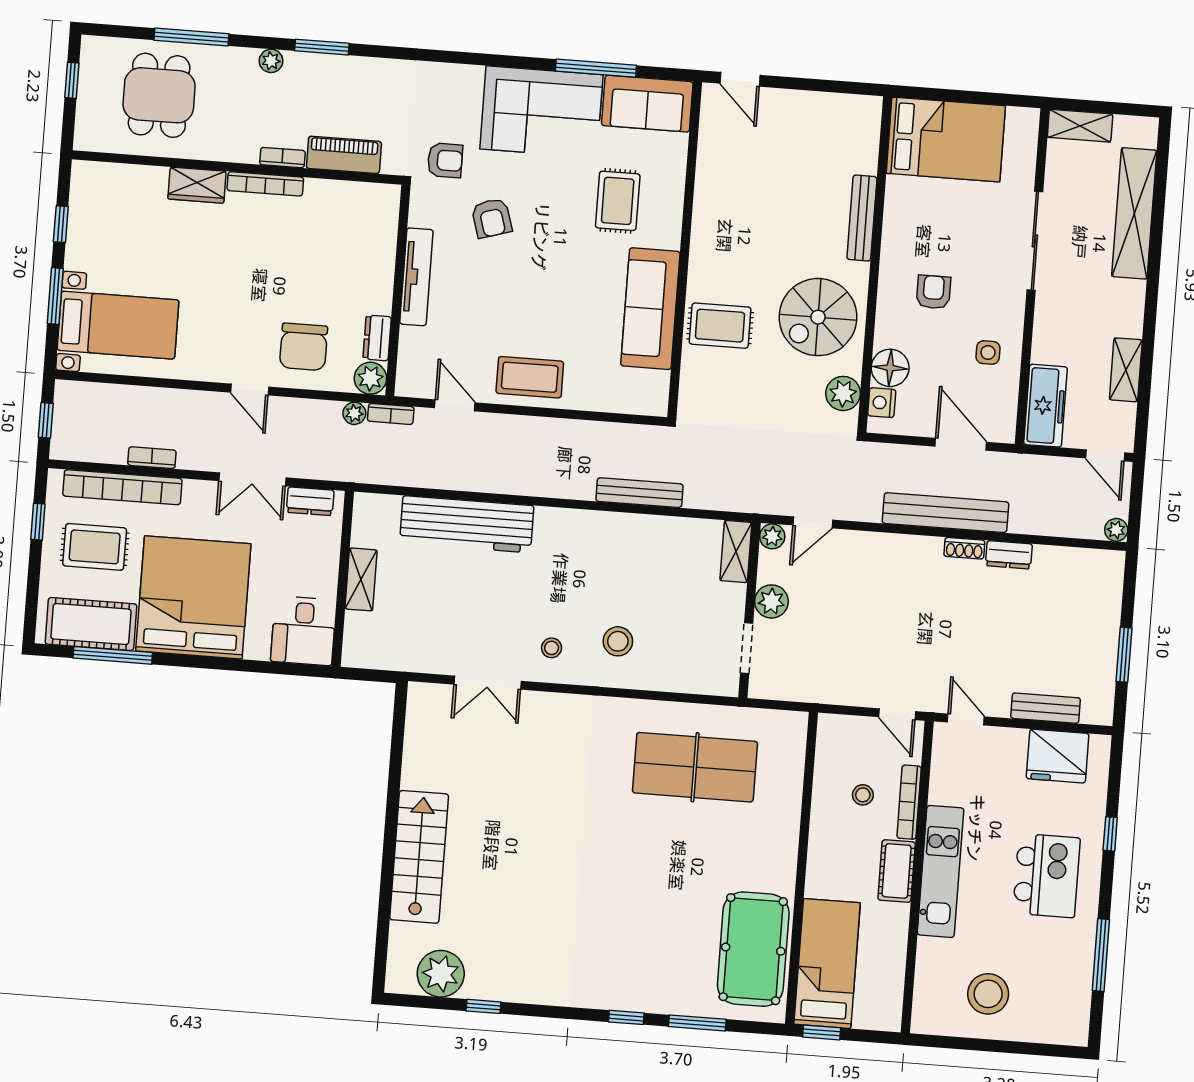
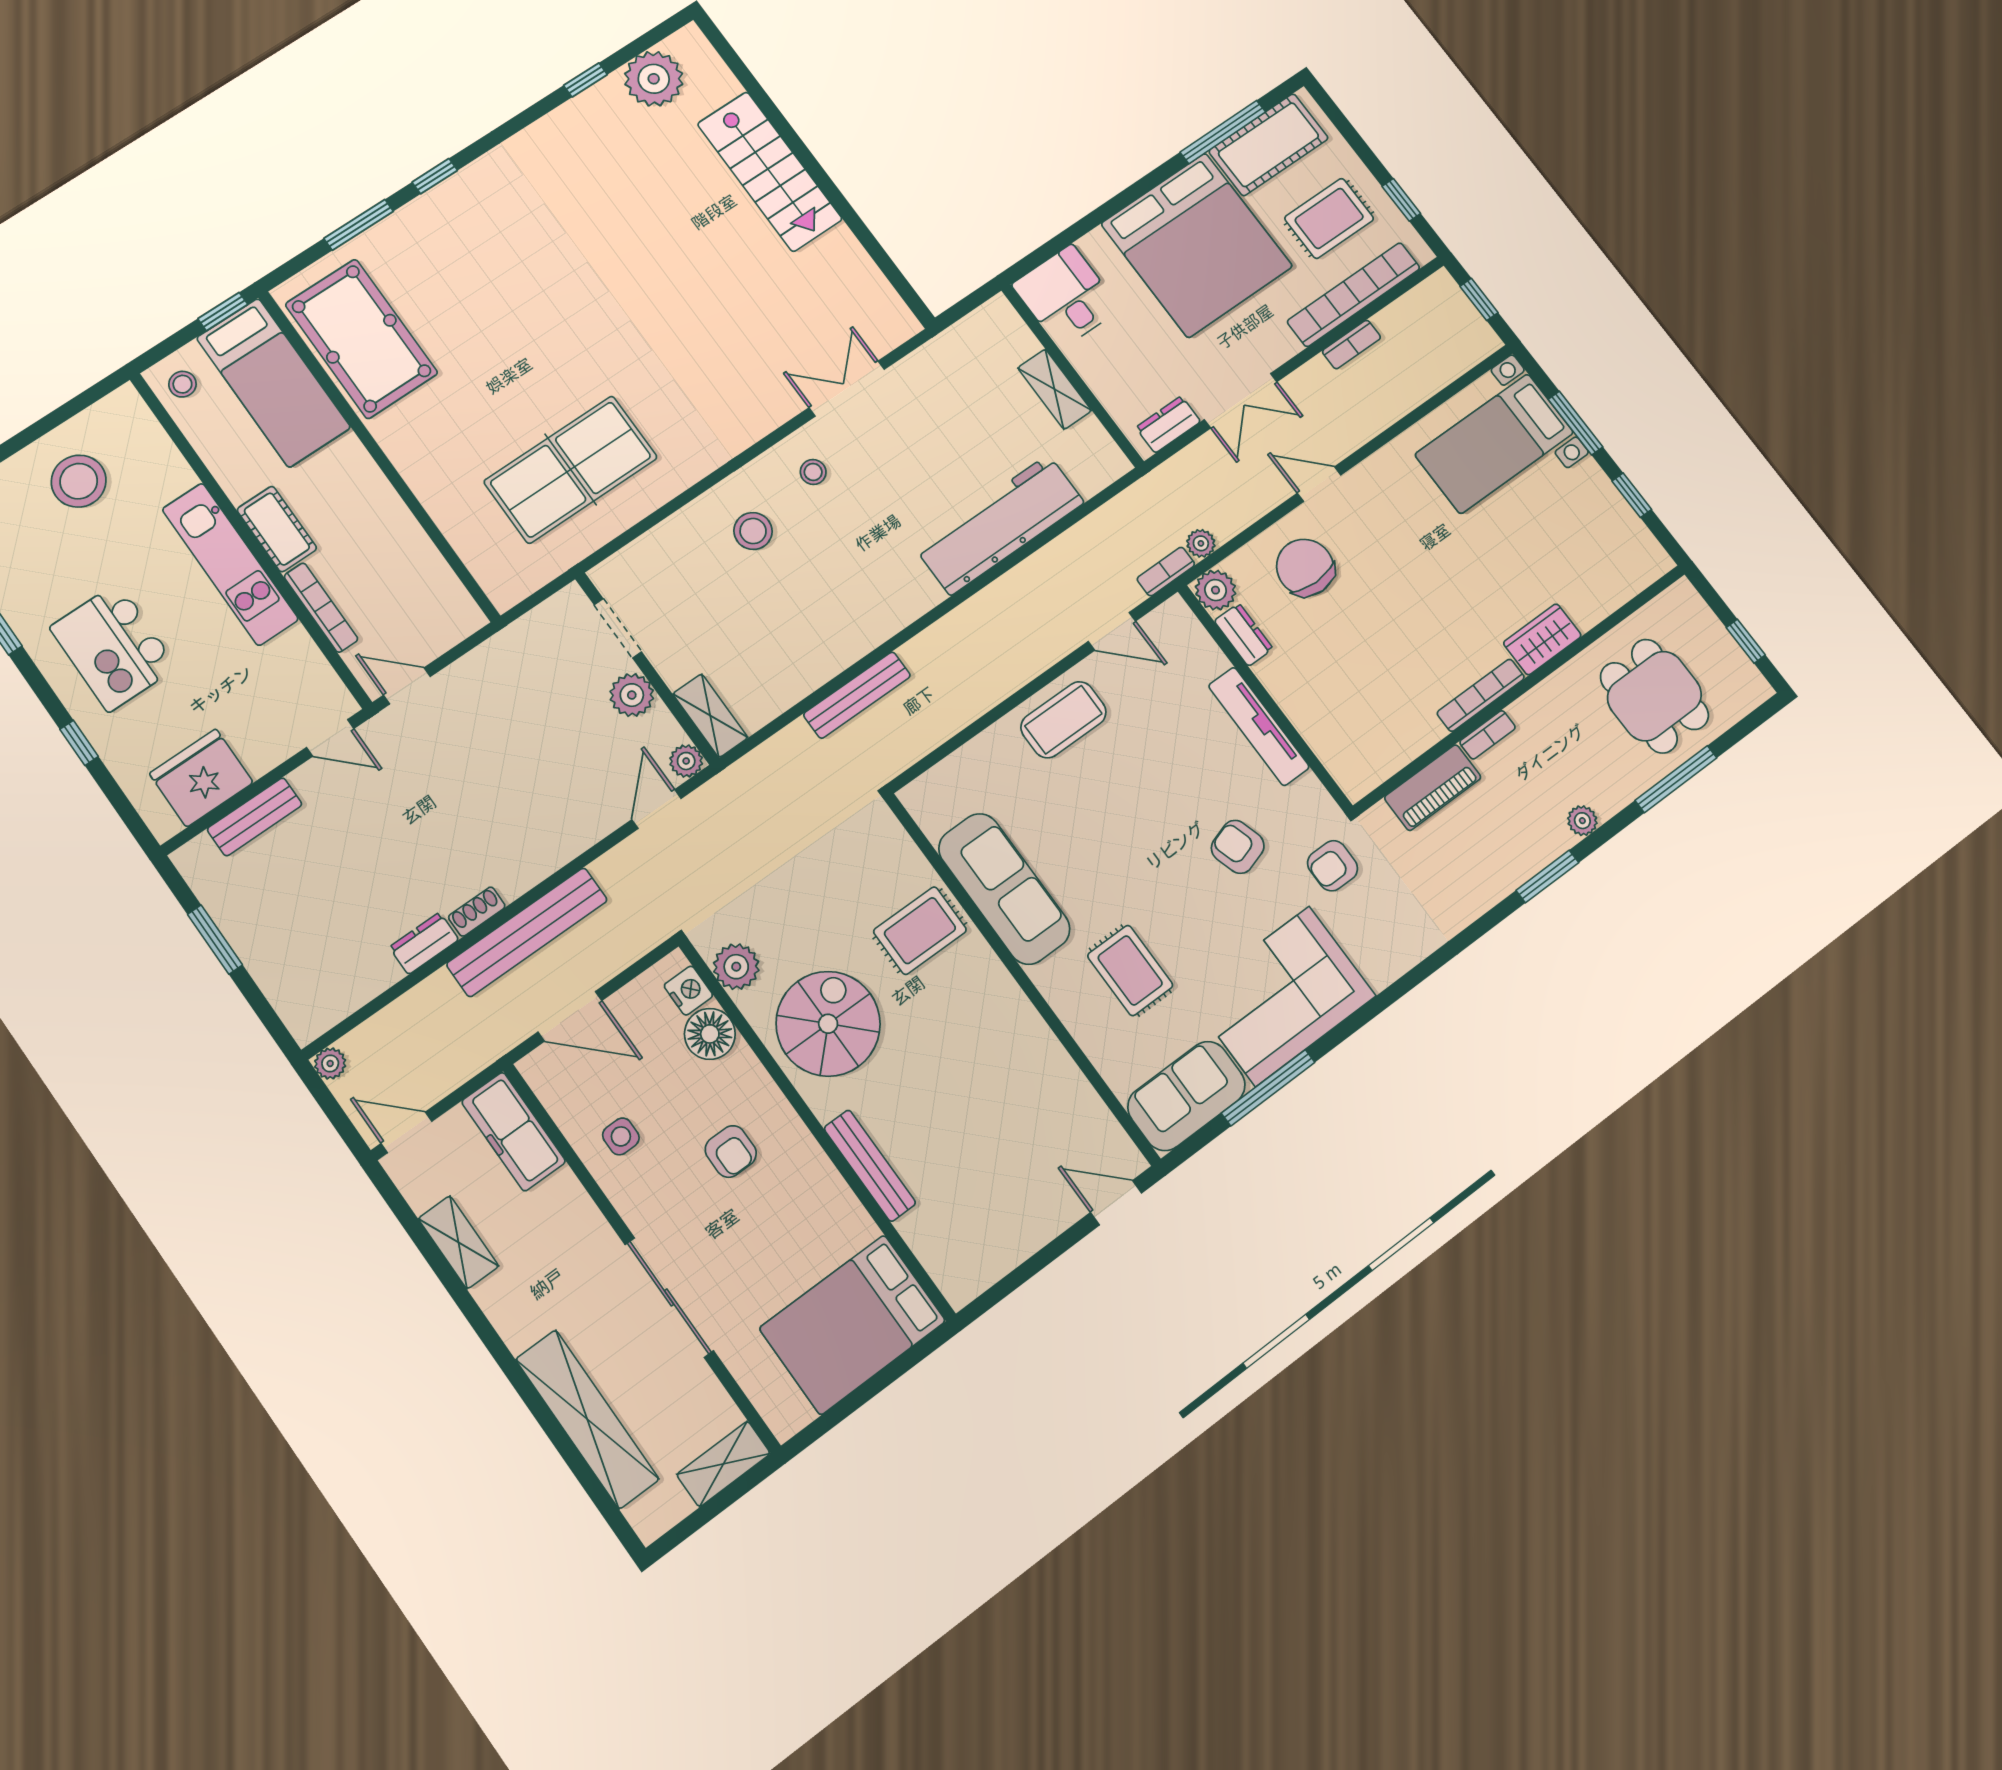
double door: (252, 479) -> (1241, 401), swing flipped
stool: (863, 795) -> (182, 384), moved

